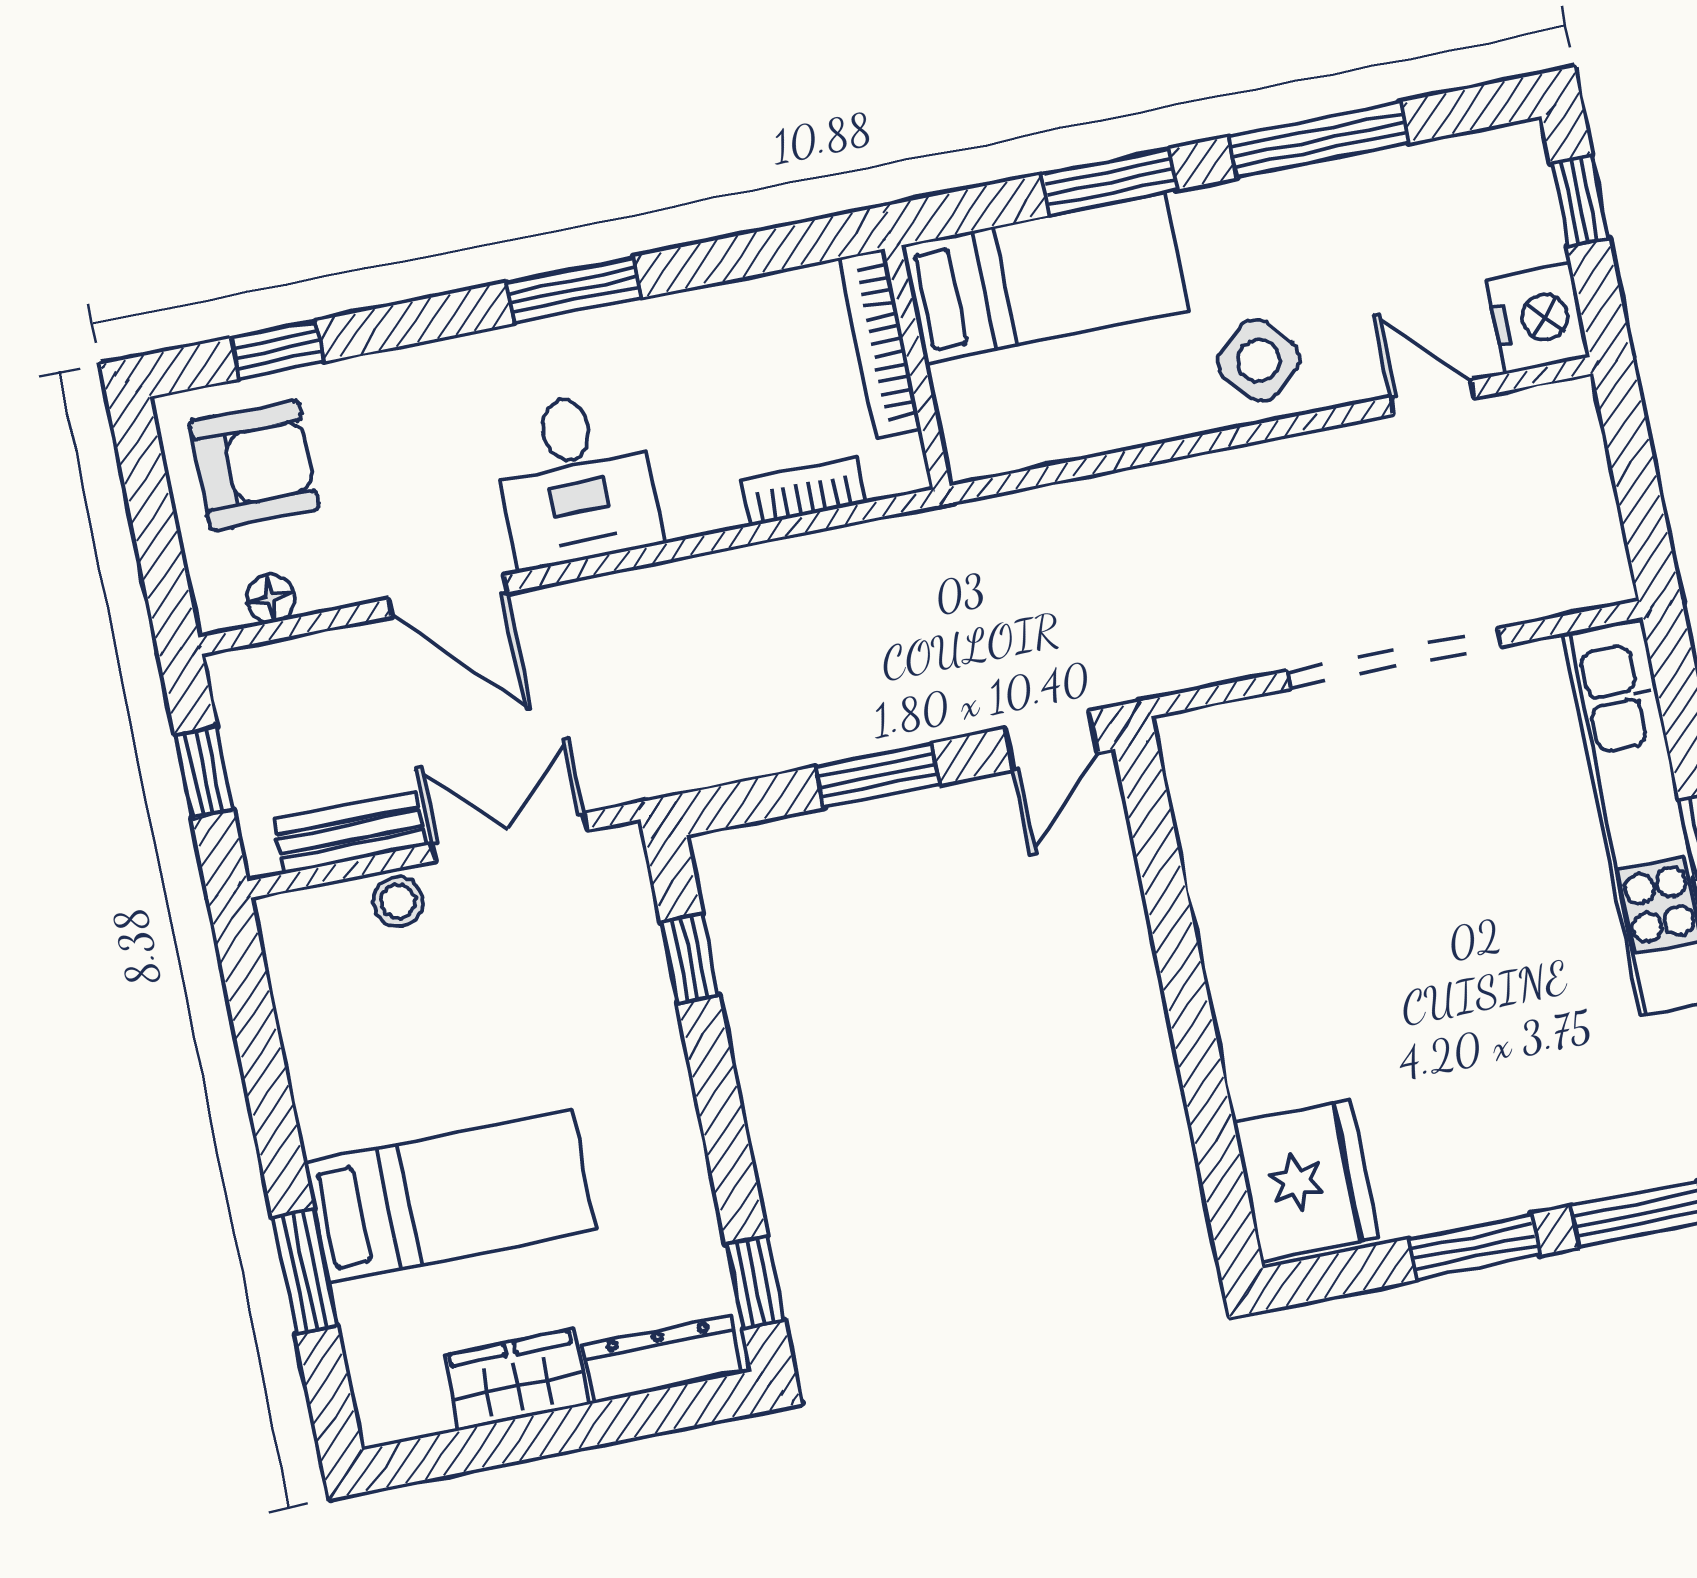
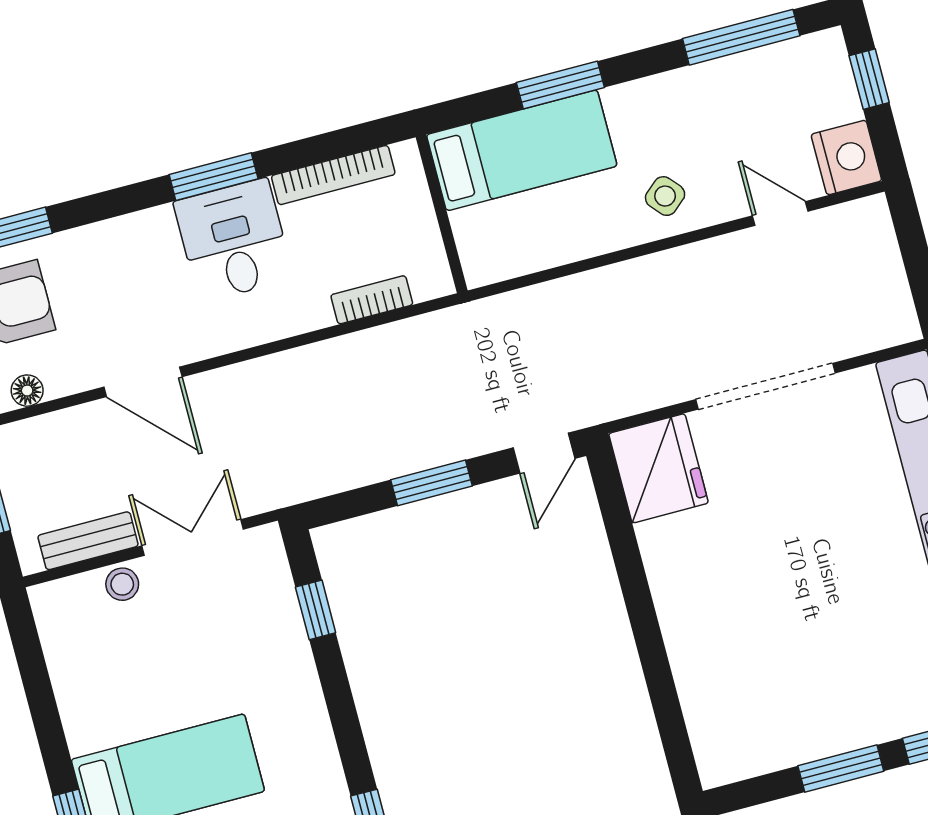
window: (1318, 140) -> (741, 37), moved
bookcase: (880, 343) -> (333, 175), moved, turned -90
side table: (1259, 360) -> (665, 196), width x0.73, depth x0.73
desk: (576, 479) -> (233, 240), moved, turned 180
fridge: (1306, 1180) -> (658, 468), moved

